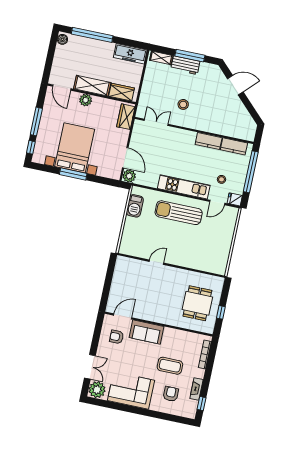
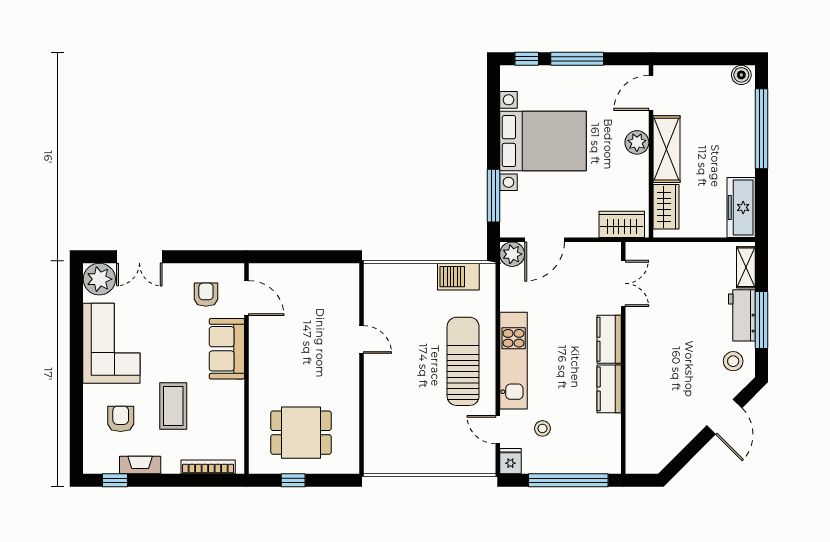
stool: (183, 104) -> (733, 361), moved
kitchen counter: (234, 146) -> (609, 339), moved
window: (73, 174) -> (493, 196), moved
armchair: (171, 394) -> (121, 419), turned -90

